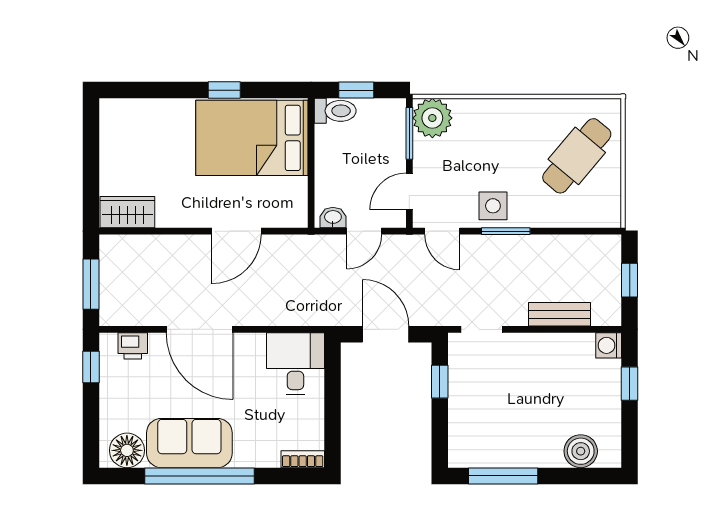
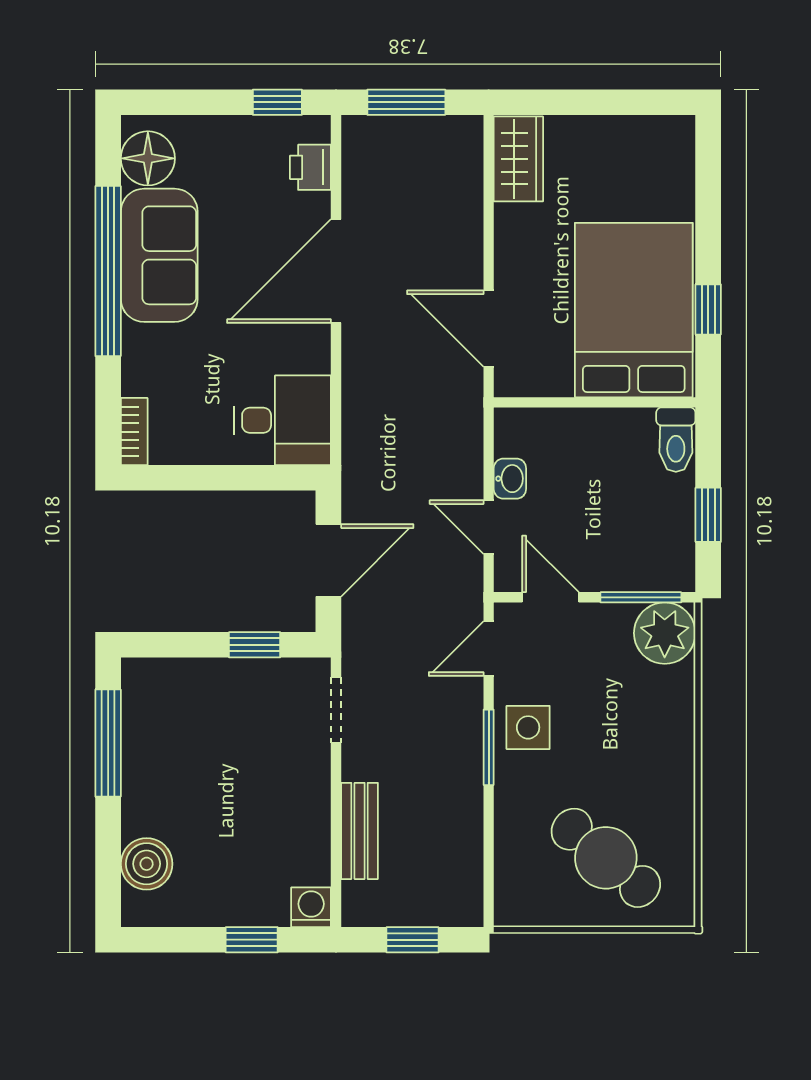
toilet: (335, 111) -> (676, 440), moved
bed: (252, 138) -> (634, 310), moved
wall: (311, 163) -> (595, 402), moved

